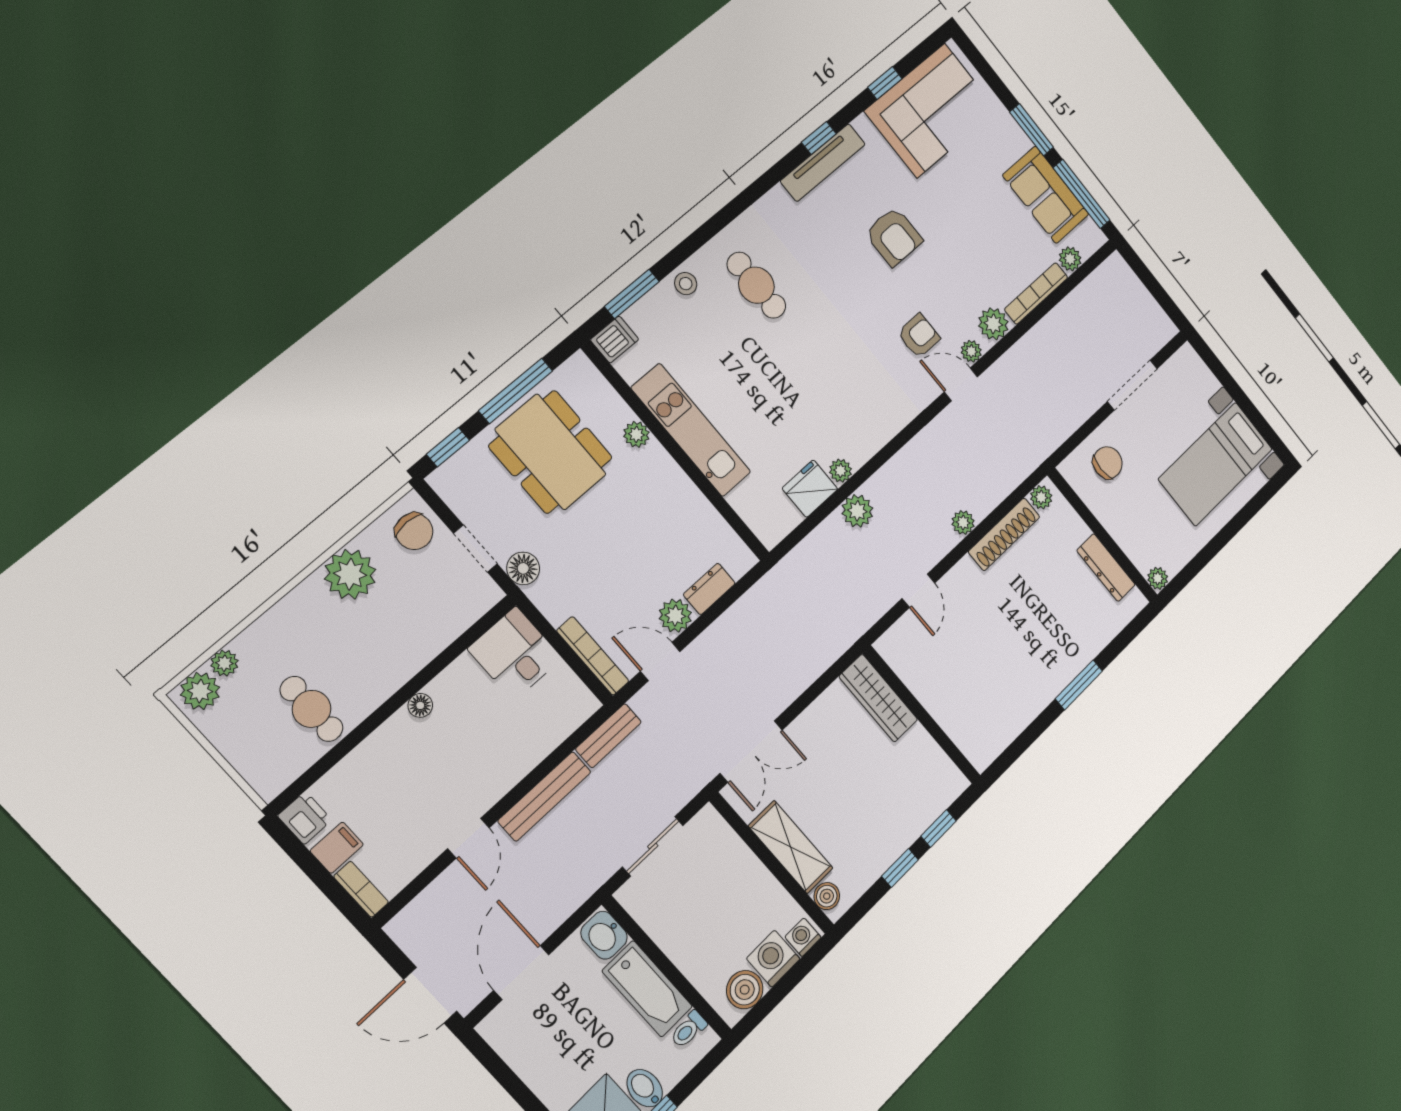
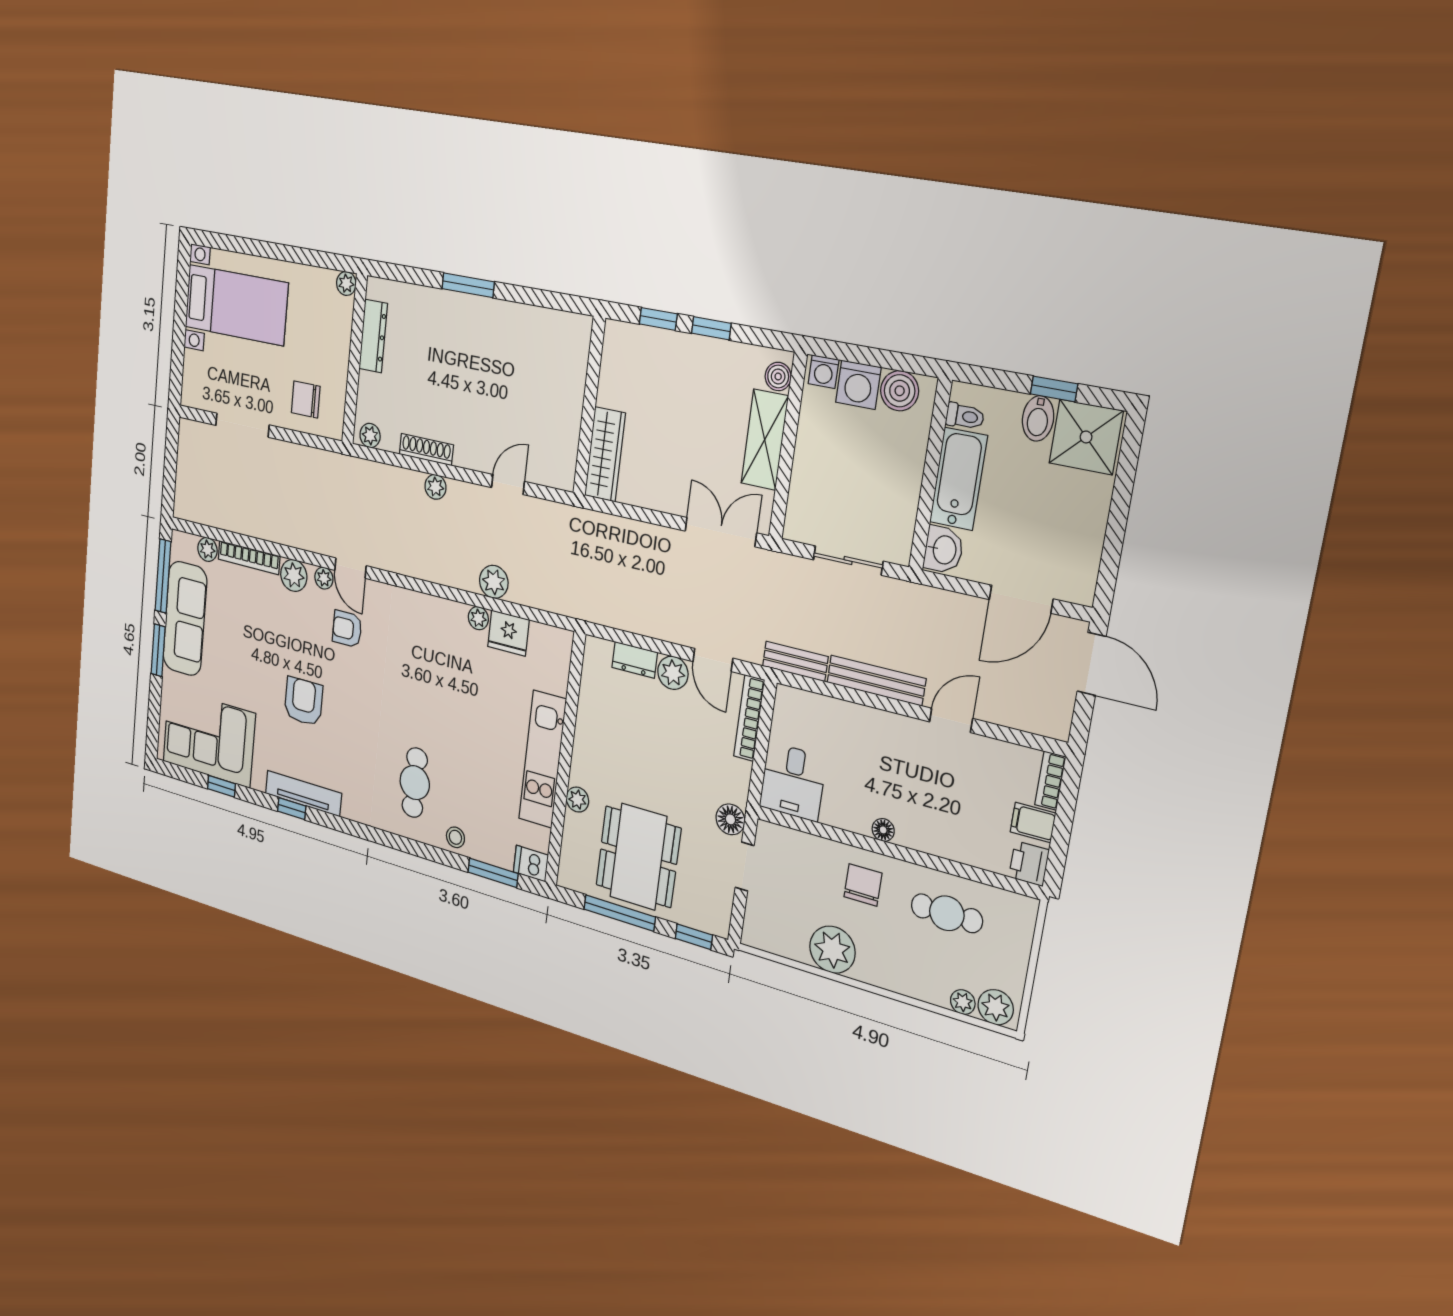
sofa: (1046, 195) -> (185, 619), width x1.36
chair: (414, 531) -> (863, 885), moved
shoe rack: (1004, 534) -> (426, 449), width x0.74, depth x0.81
cafe table: (312, 709) -> (947, 913), turned 90

